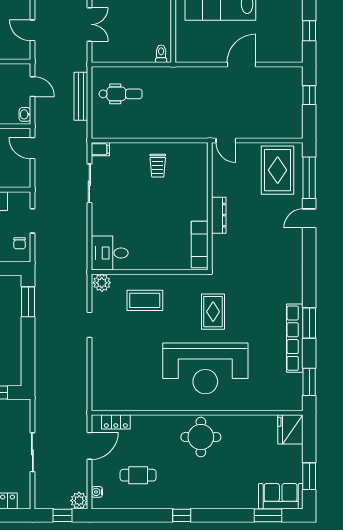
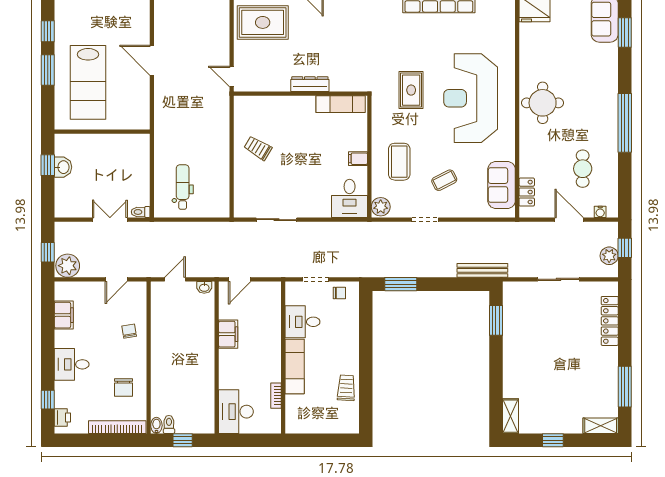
toilet: (161, 54) -> (141, 212), moved
bench: (81, 96) -> (482, 270), moved
door: (226, 141) -> (232, 77), swing flipped
filing cabinet: (100, 149) -> (358, 159), moved, turned -90
trolley: (158, 166) -> (258, 148), turned -149
rug: (213, 312) -> (411, 90), turned 90
coffee table: (127, 343) -> (444, 180), added
reception desk: (205, 368) -> (471, 98), turned 180
sofa: (123, 398) -> (502, 185), added
door: (89, 446) -> (569, 220), moved
plant: (79, 501) -> (609, 256), moved
window: (182, 515) -> (625, 123), width x3.17

